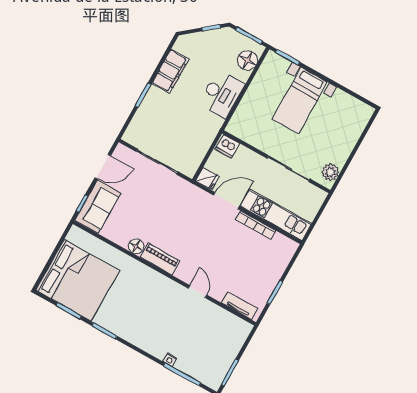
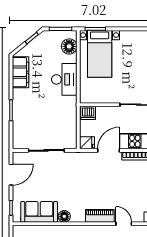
filing cabinet: (170, 71) -> (20, 72), moved
bed with nightstands: (300, 101) -> (100, 54), moved
sofa: (98, 207) -> (39, 212), moved, turned -90
piano: (160, 259) -> (100, 216), moved

